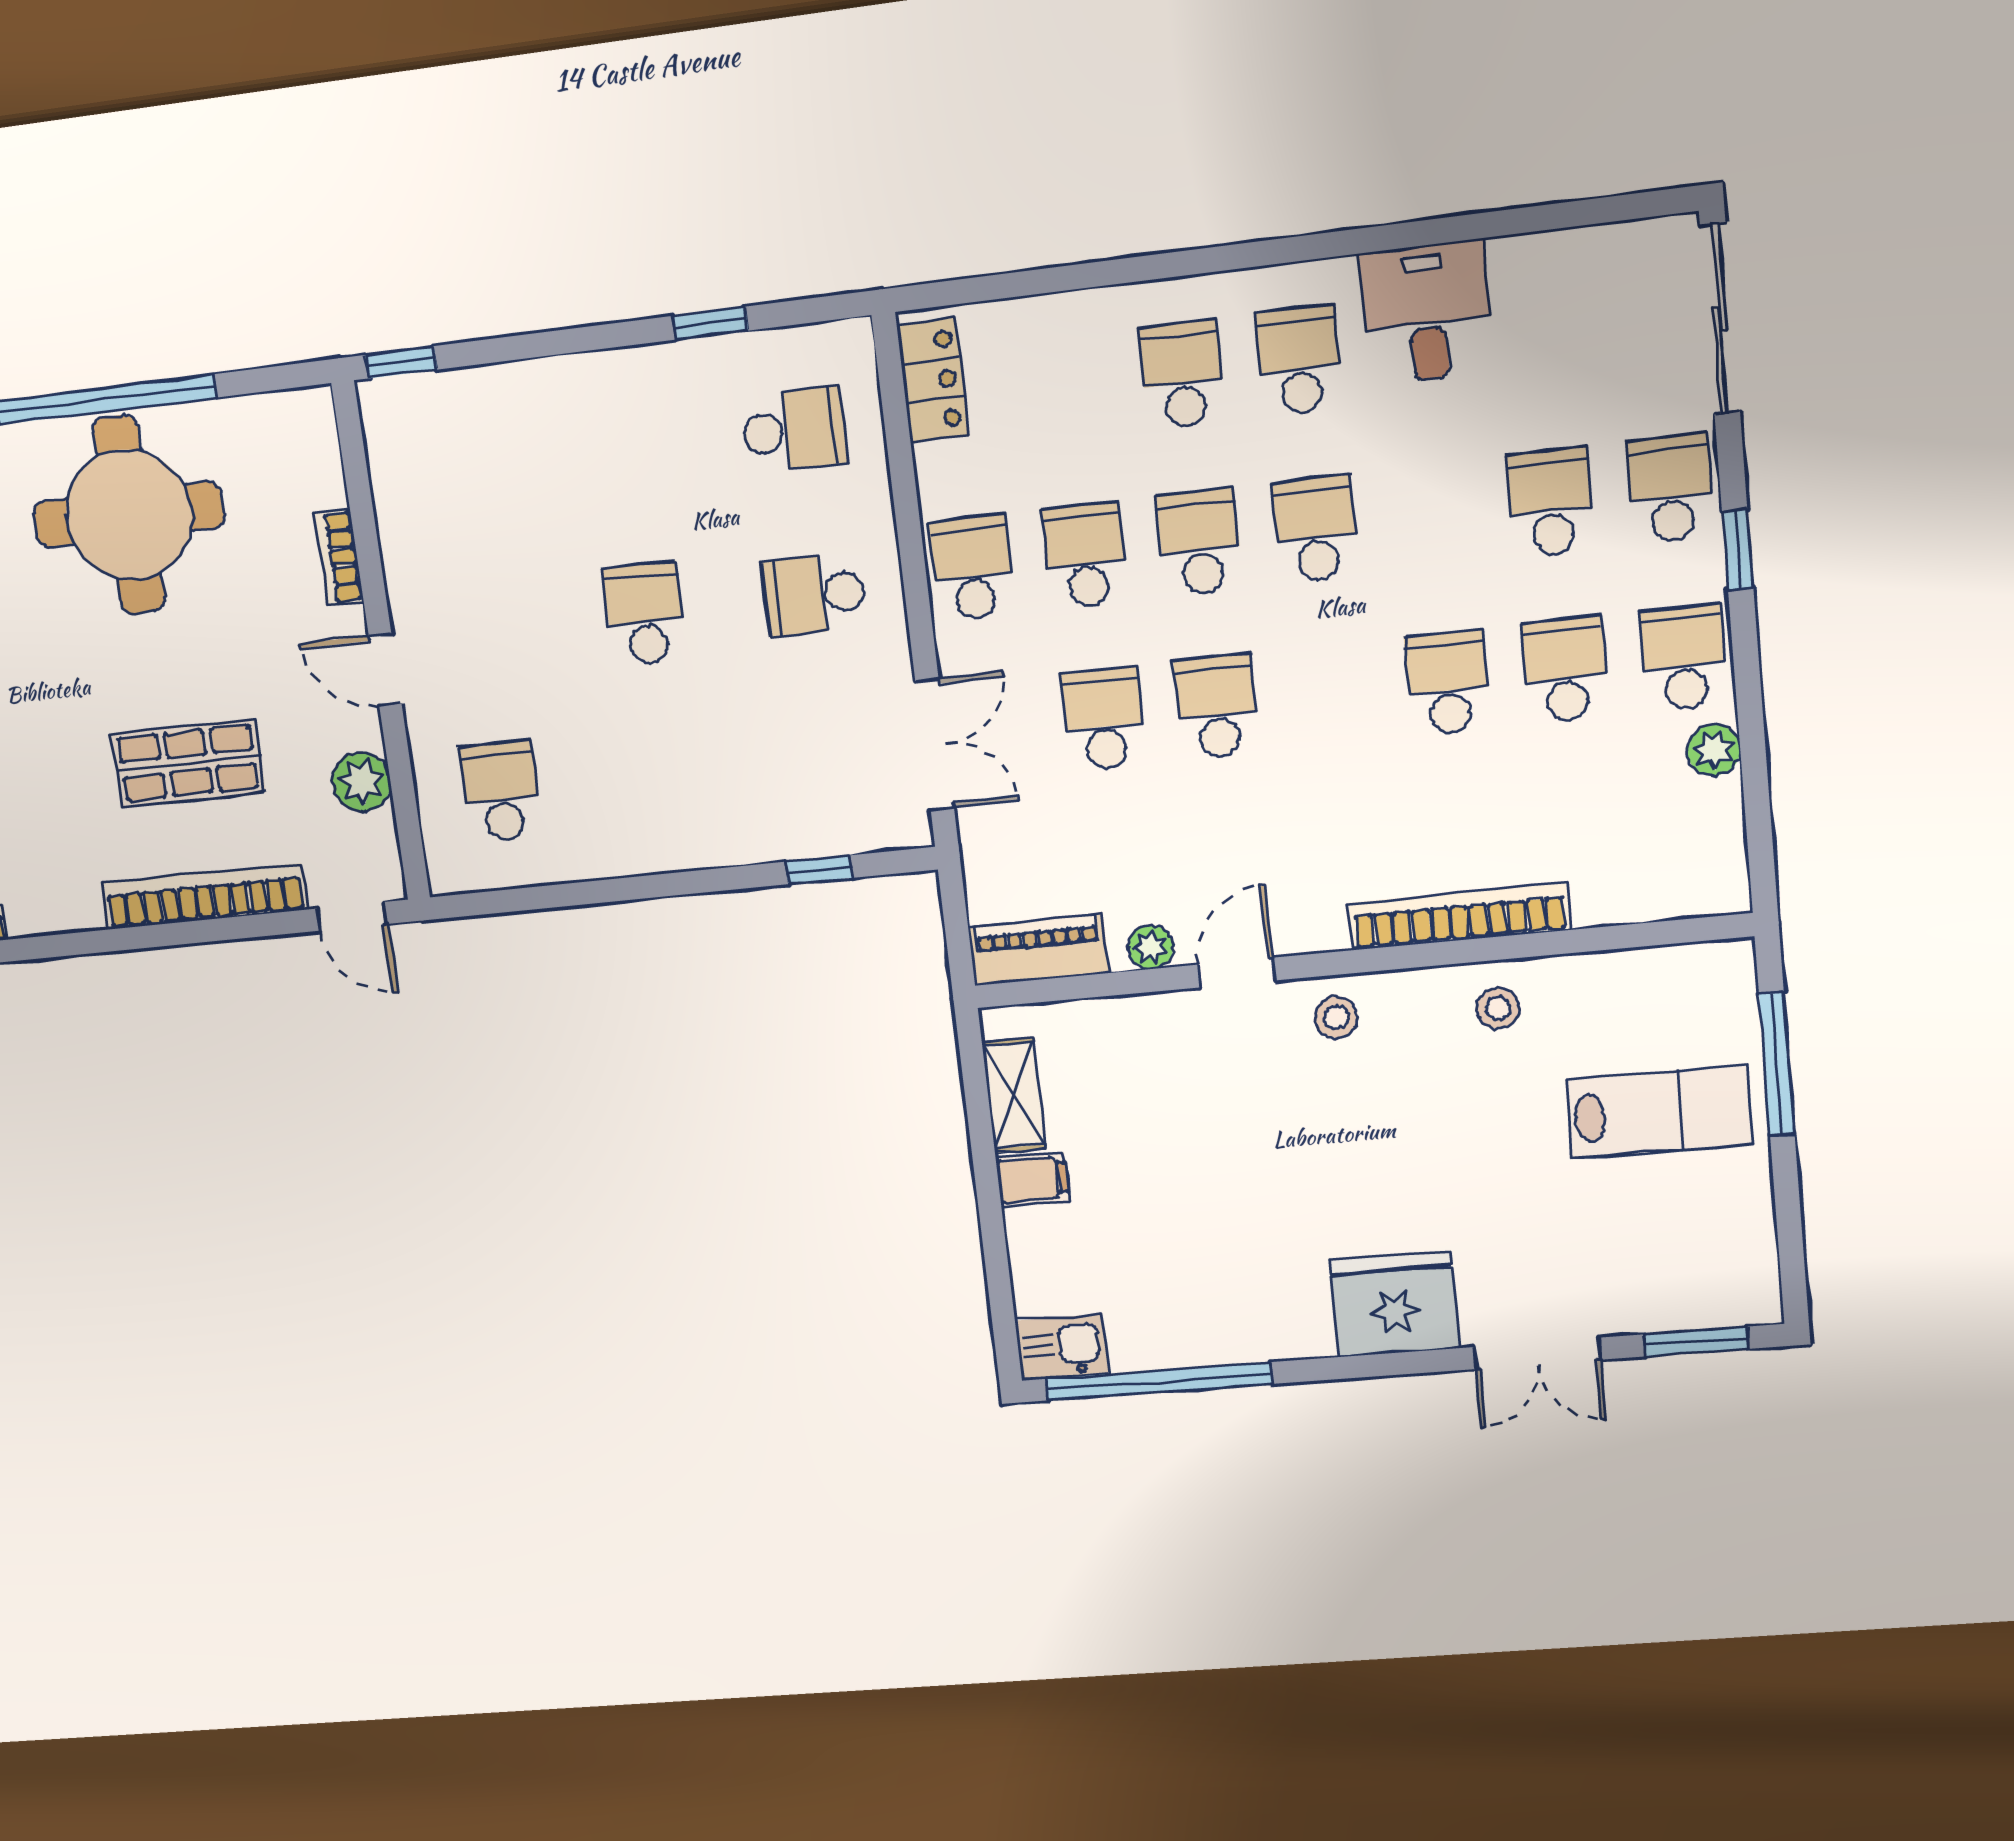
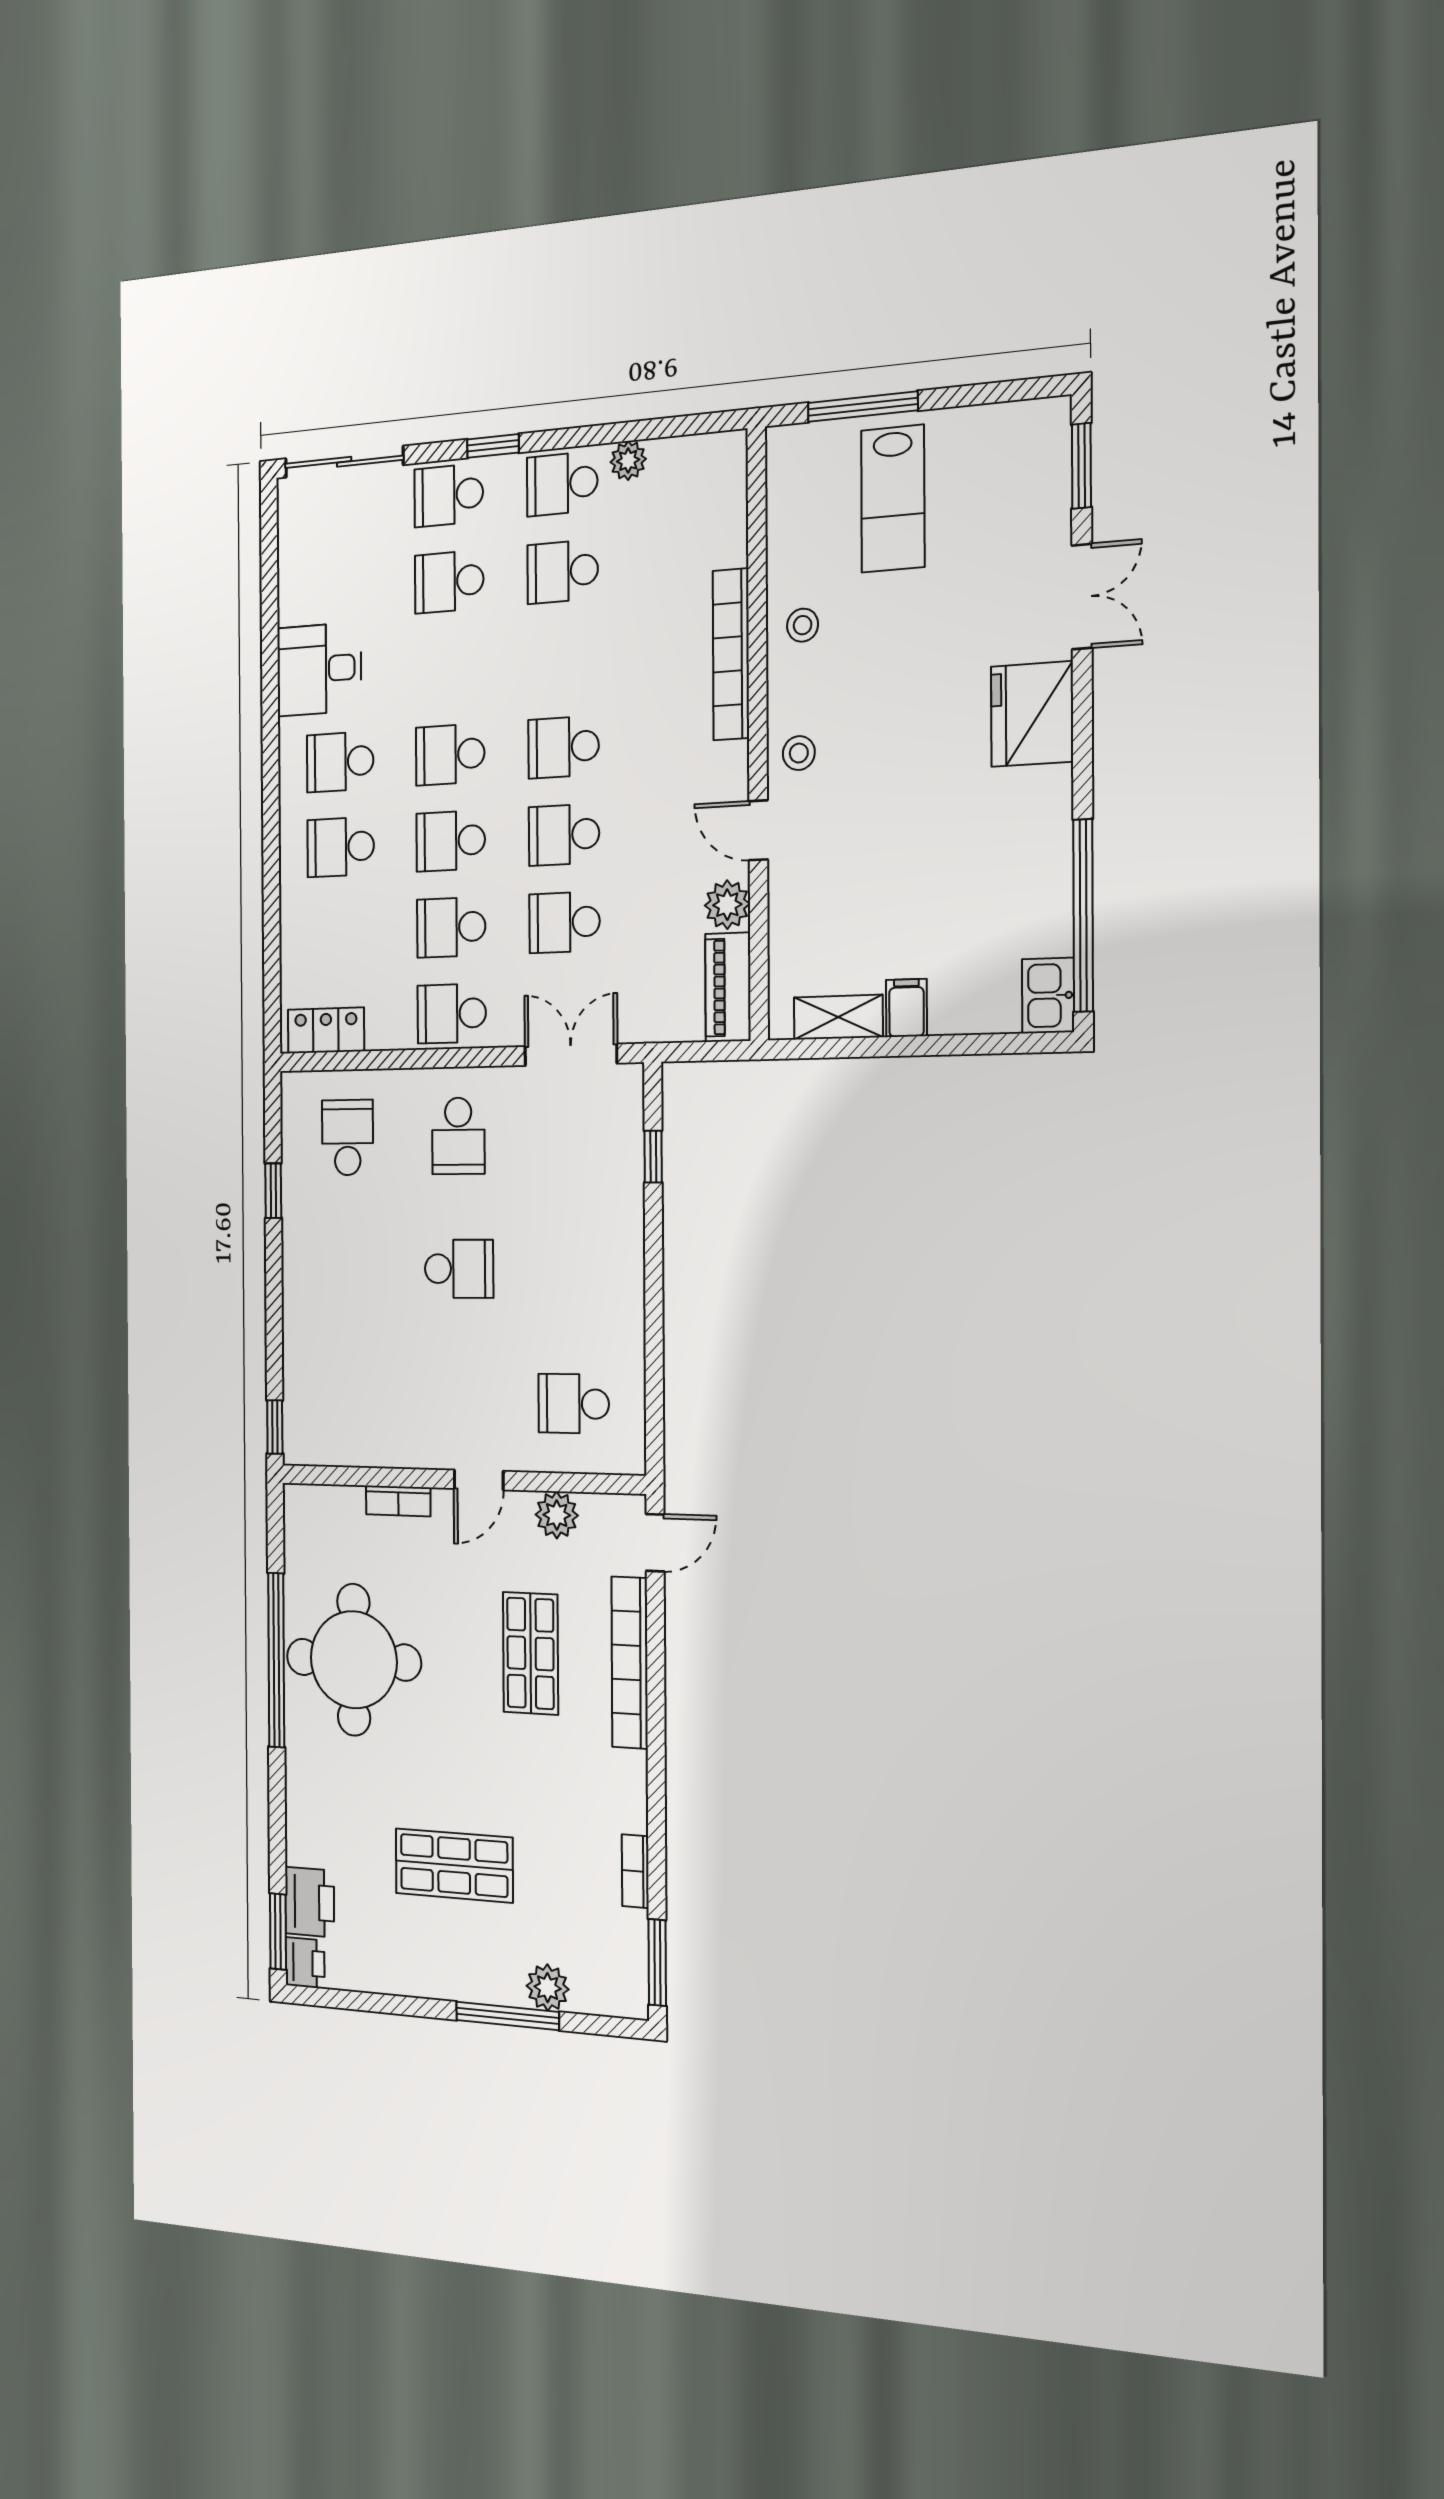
school desk: (645, 614) -> (459, 1269), turned 180
school desk: (1448, 682) -> (563, 747), moved
plant: (1151, 947) -> (727, 905), width x1.38, depth x1.38
lab bench: (1659, 1112) -> (893, 499), turned 180

